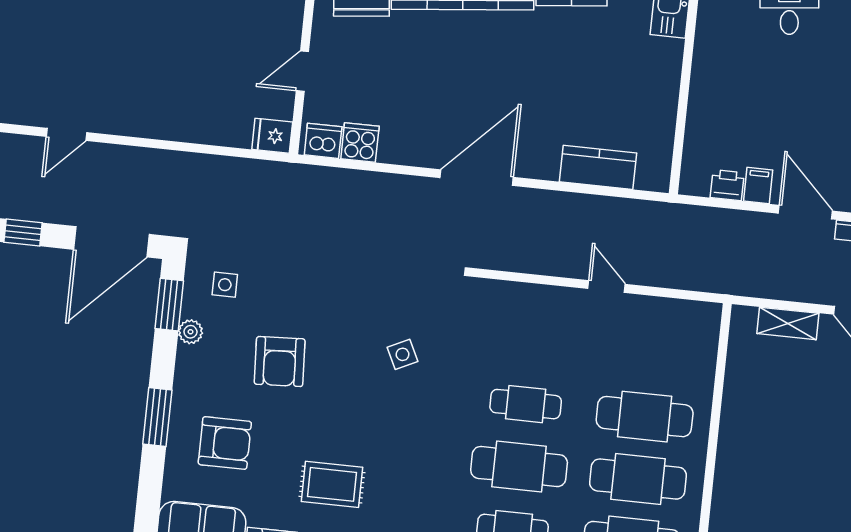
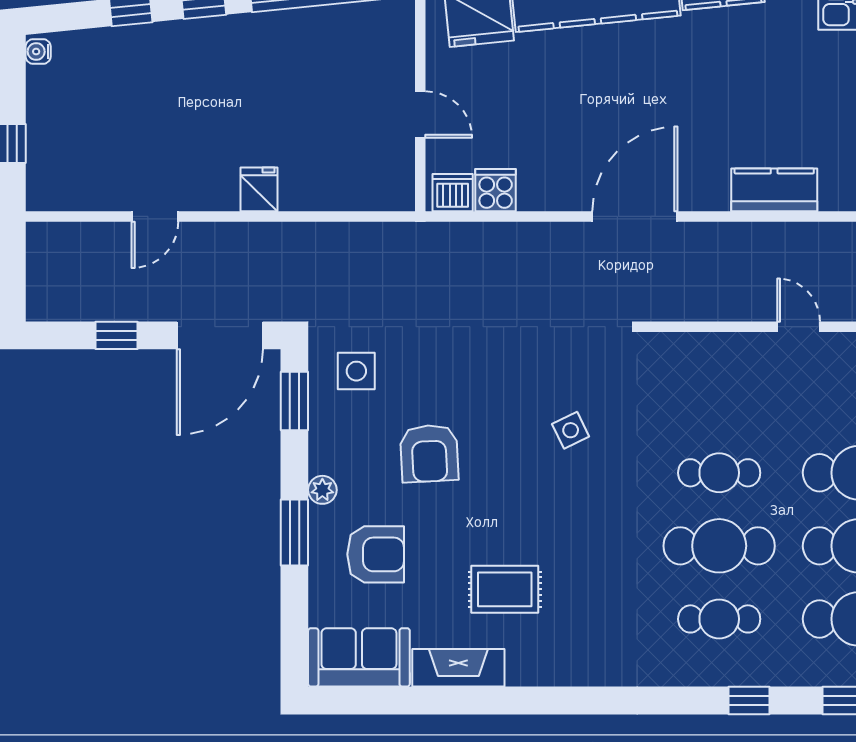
door: (302, 71) -> (420, 114), swing flipped
fridge: (272, 136) -> (259, 189), moved, turned 90
side table: (225, 285) -> (356, 371), width x1.37, depth x1.37
plant: (190, 332) -> (322, 490), moved

